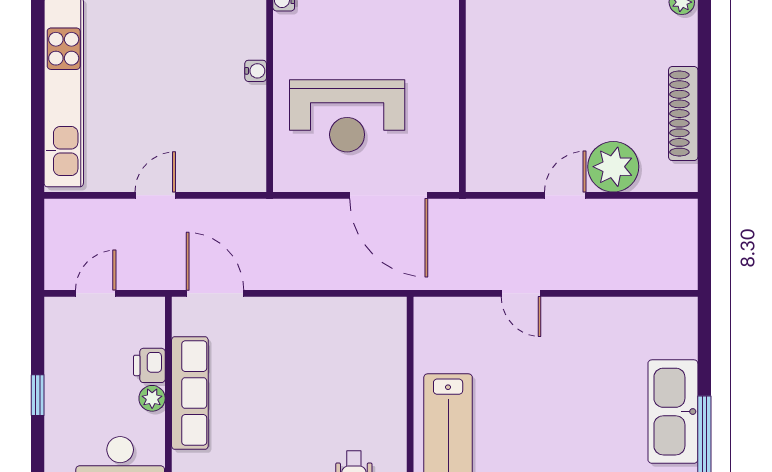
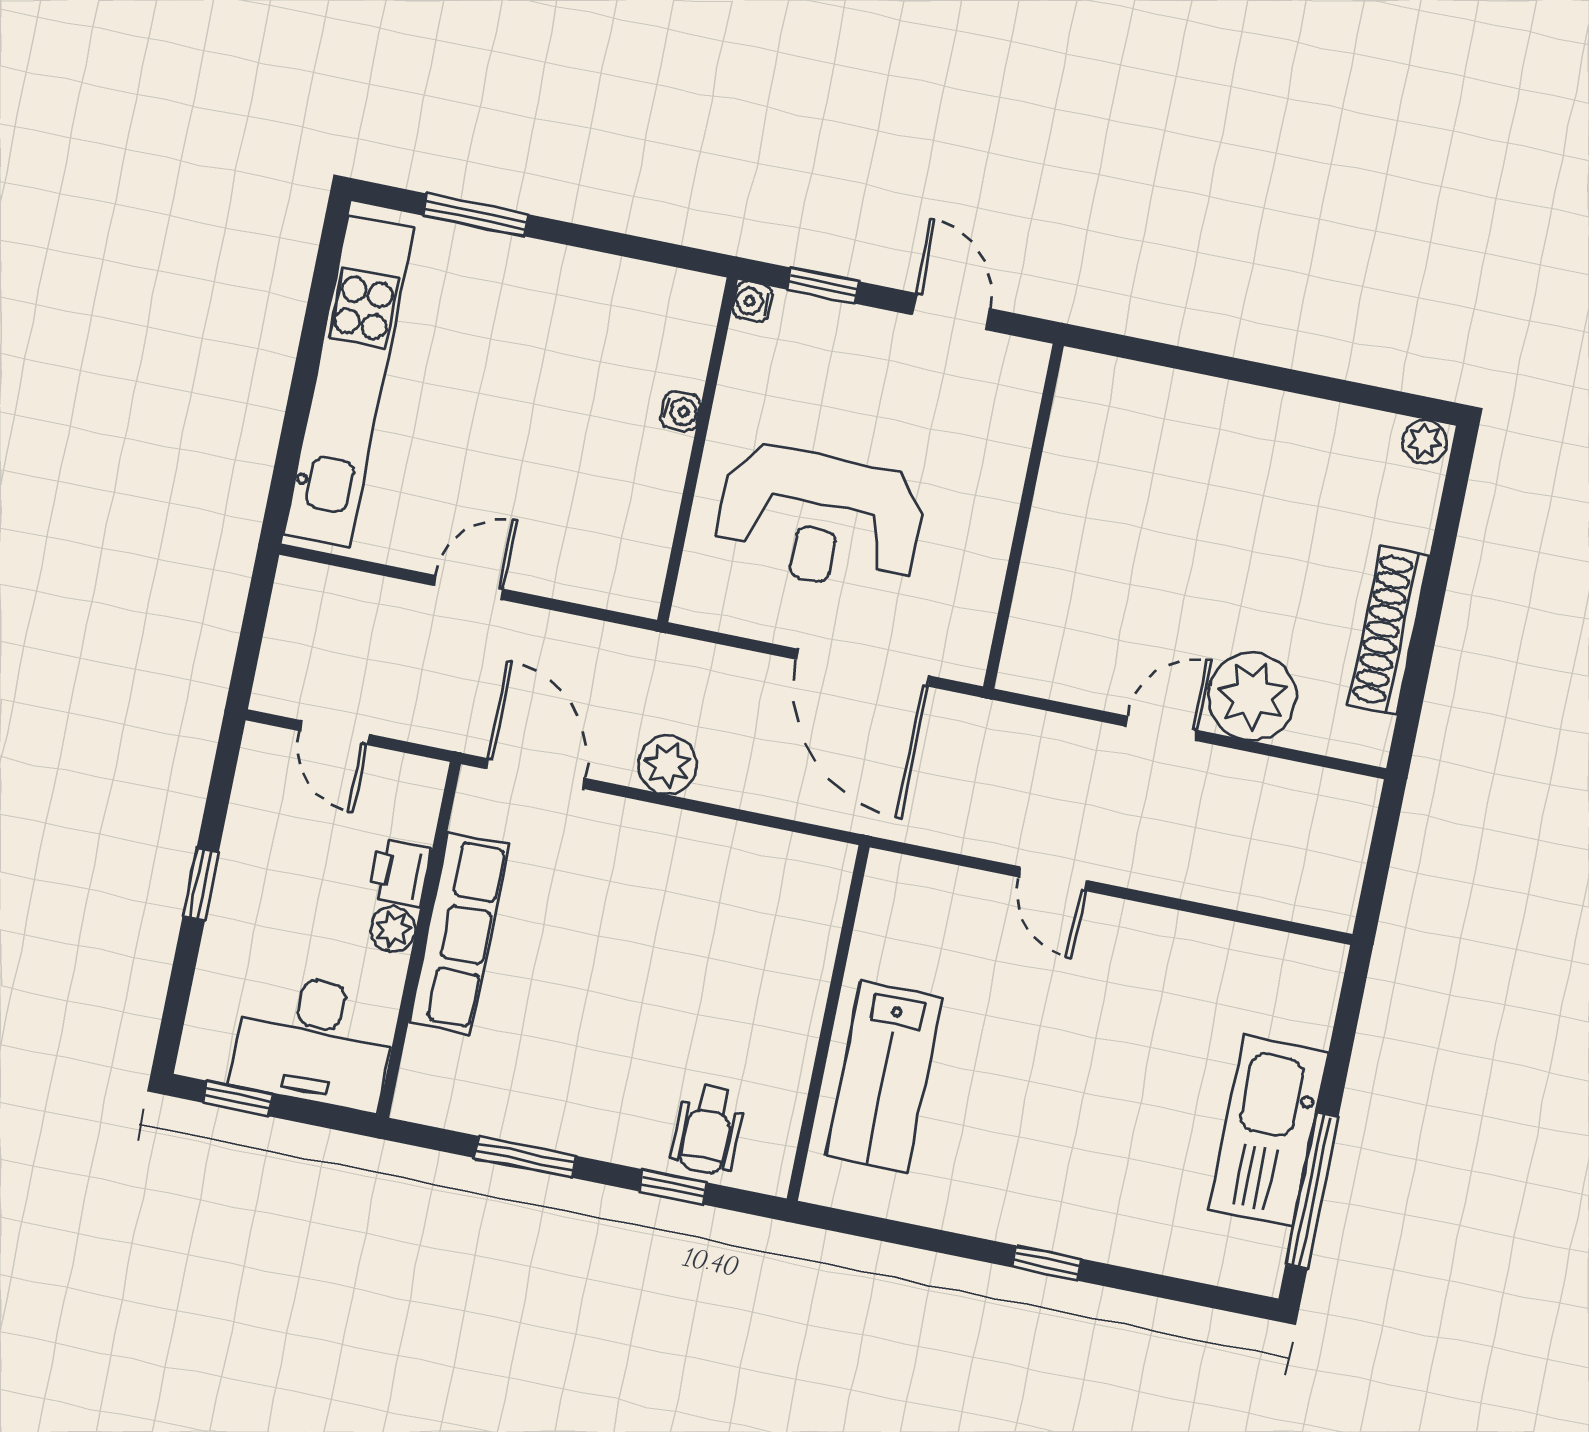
plant: (289, 273) -> (667, 765), added
door: (96, 293) -> (334, 733), swing flipped

